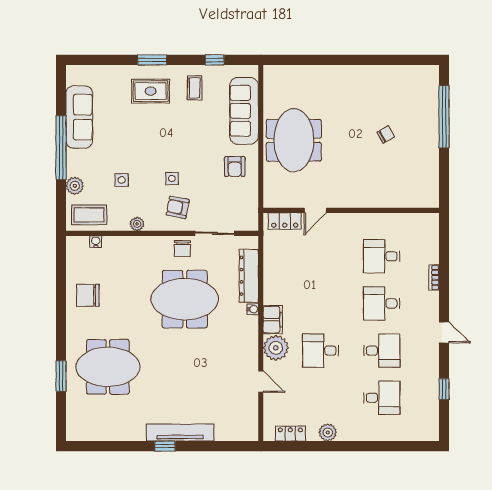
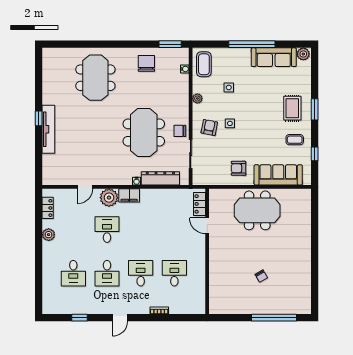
plant: (75, 186) -> (303, 54), moved
window: (61, 376) -> (170, 44), moved

